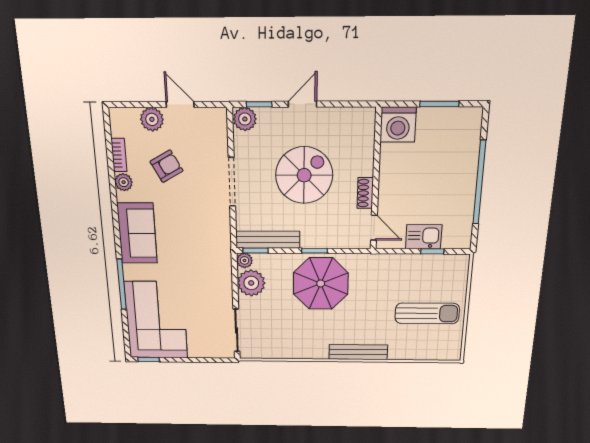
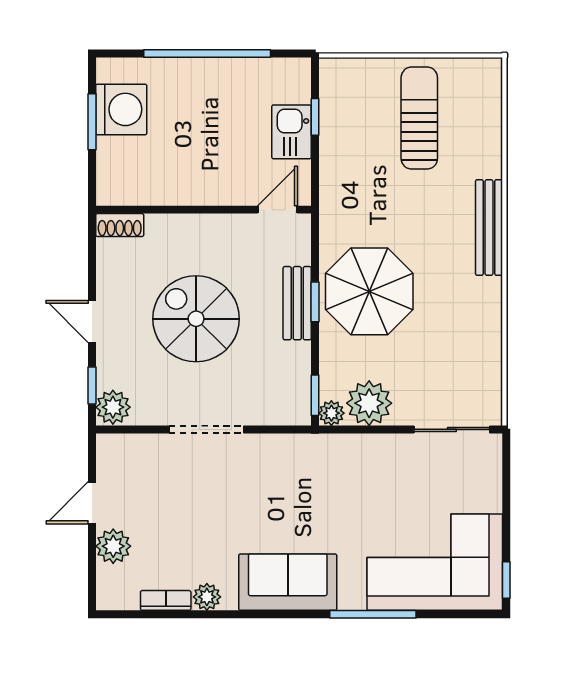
washing machine: (398, 125) -> (121, 109), moved
armchair: (167, 166) -> (182, 529), removed
shoe rack: (365, 193) -> (120, 225), moved
bench: (268, 240) -> (297, 303), moved, width x0.73

